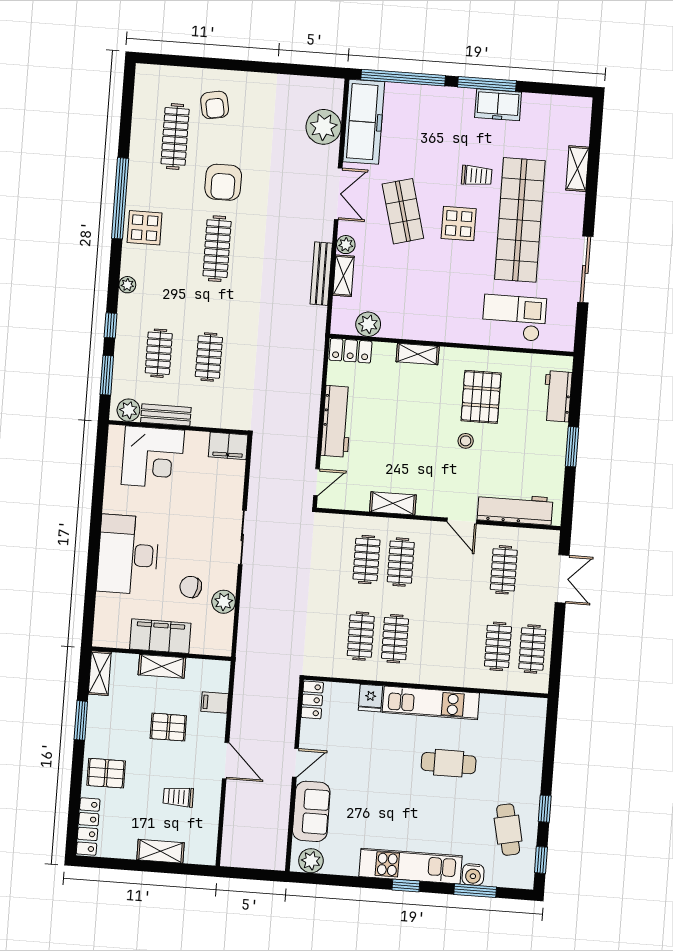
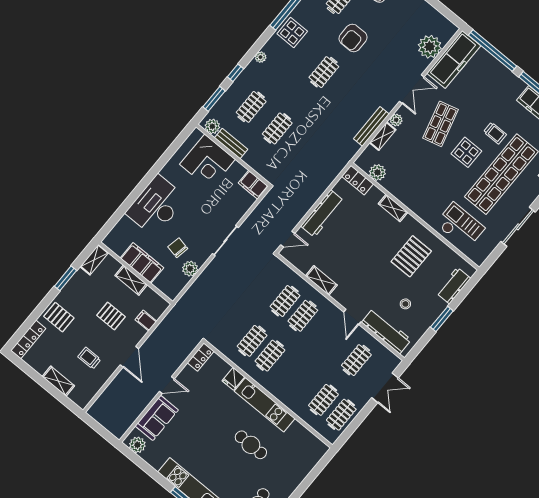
clothes rail: (217, 249) -> (324, 72), width x0.73
stool: (466, 441) -> (405, 304), moved

